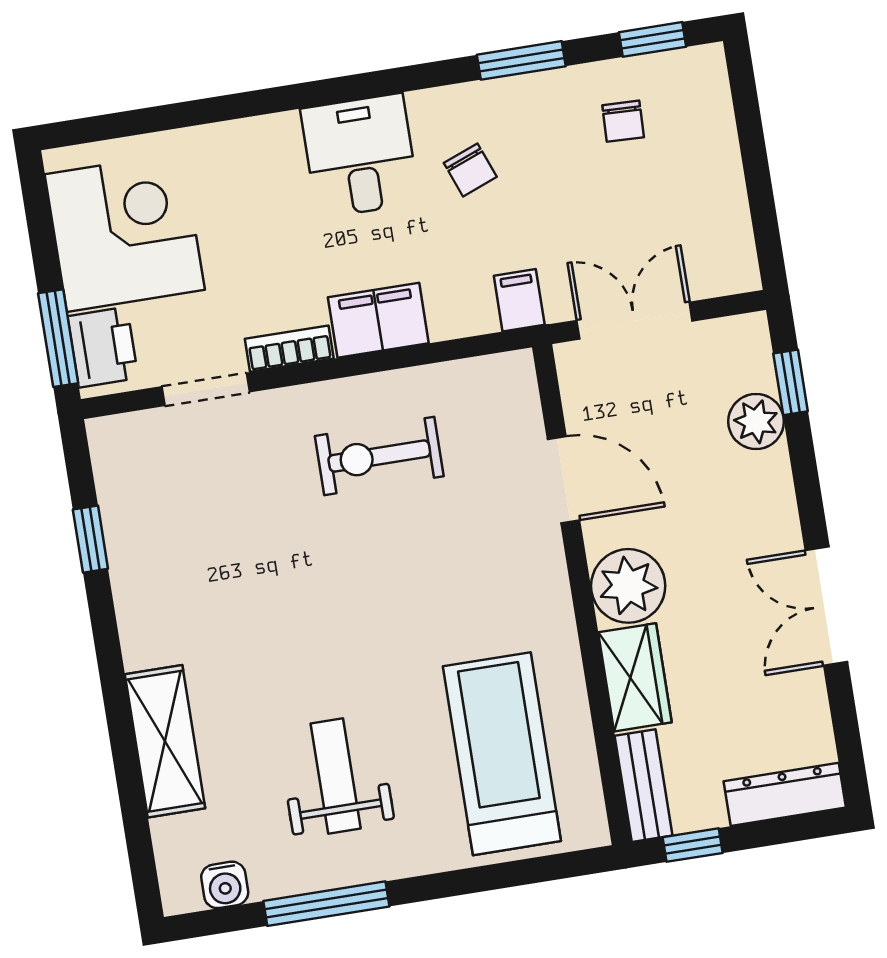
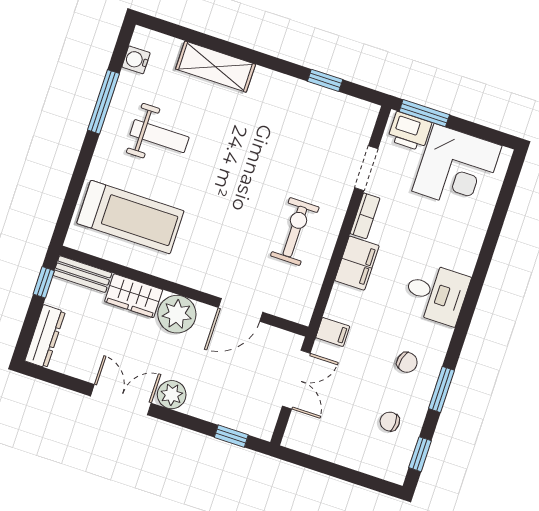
chair: (470, 170) -> (407, 362), moved, turned -145
plant: (756, 422) -> (172, 395), moved

